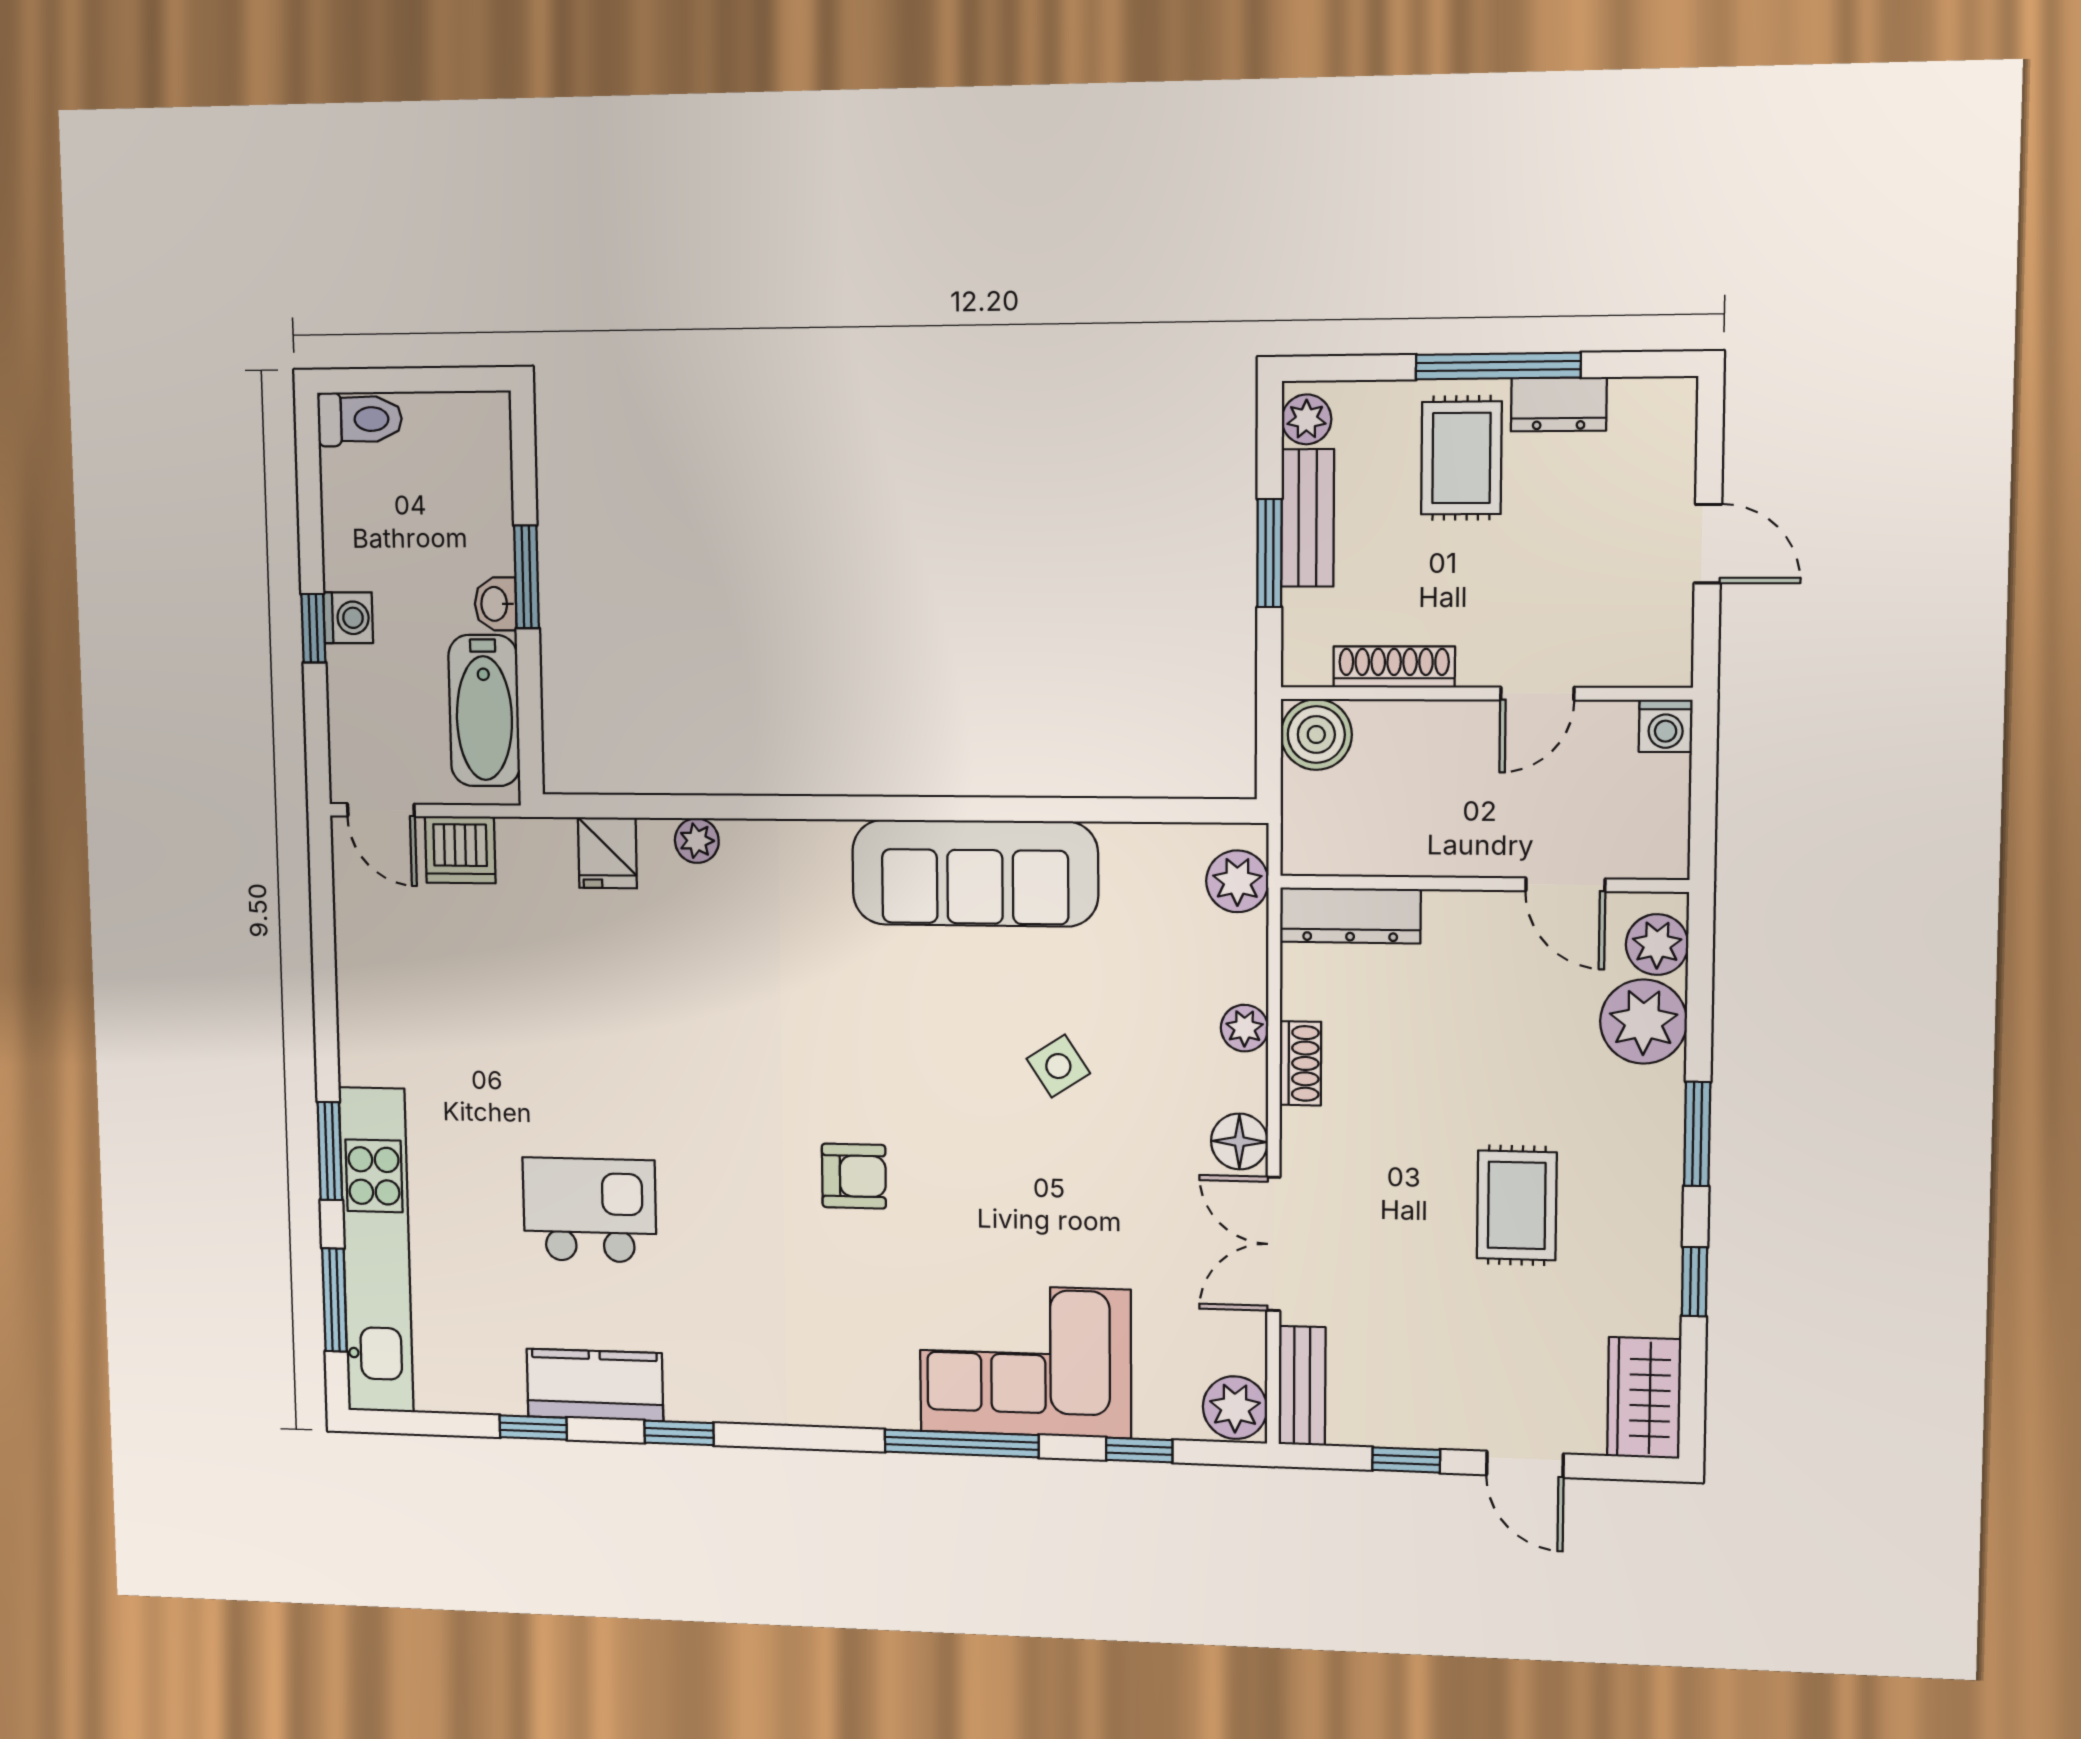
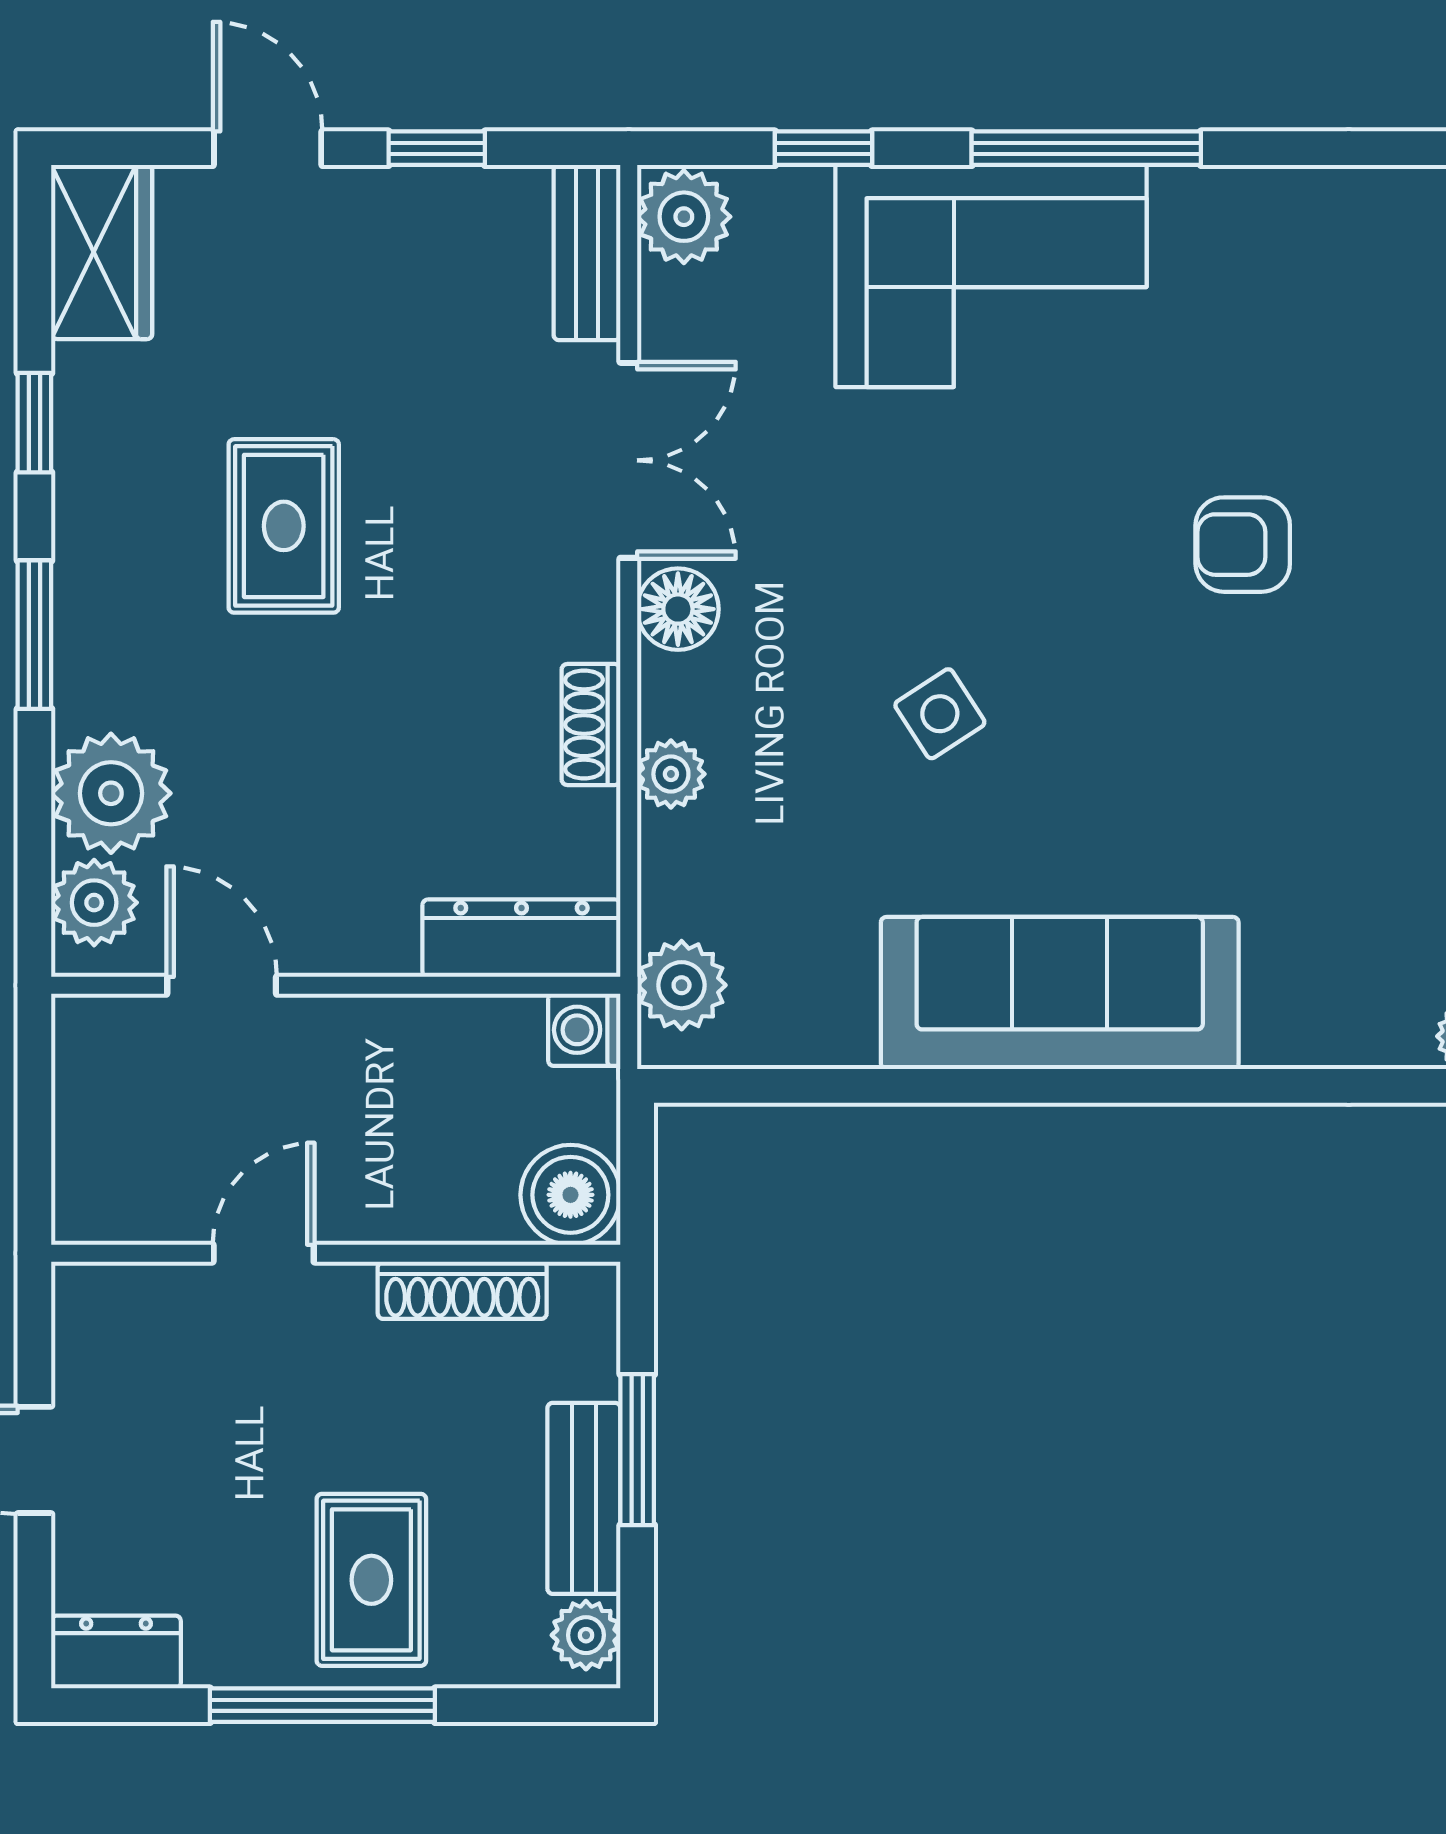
dresser: (1559, 404) -> (116, 1652), moved
washing machine: (1666, 726) -> (584, 1030), moved, turned -90

